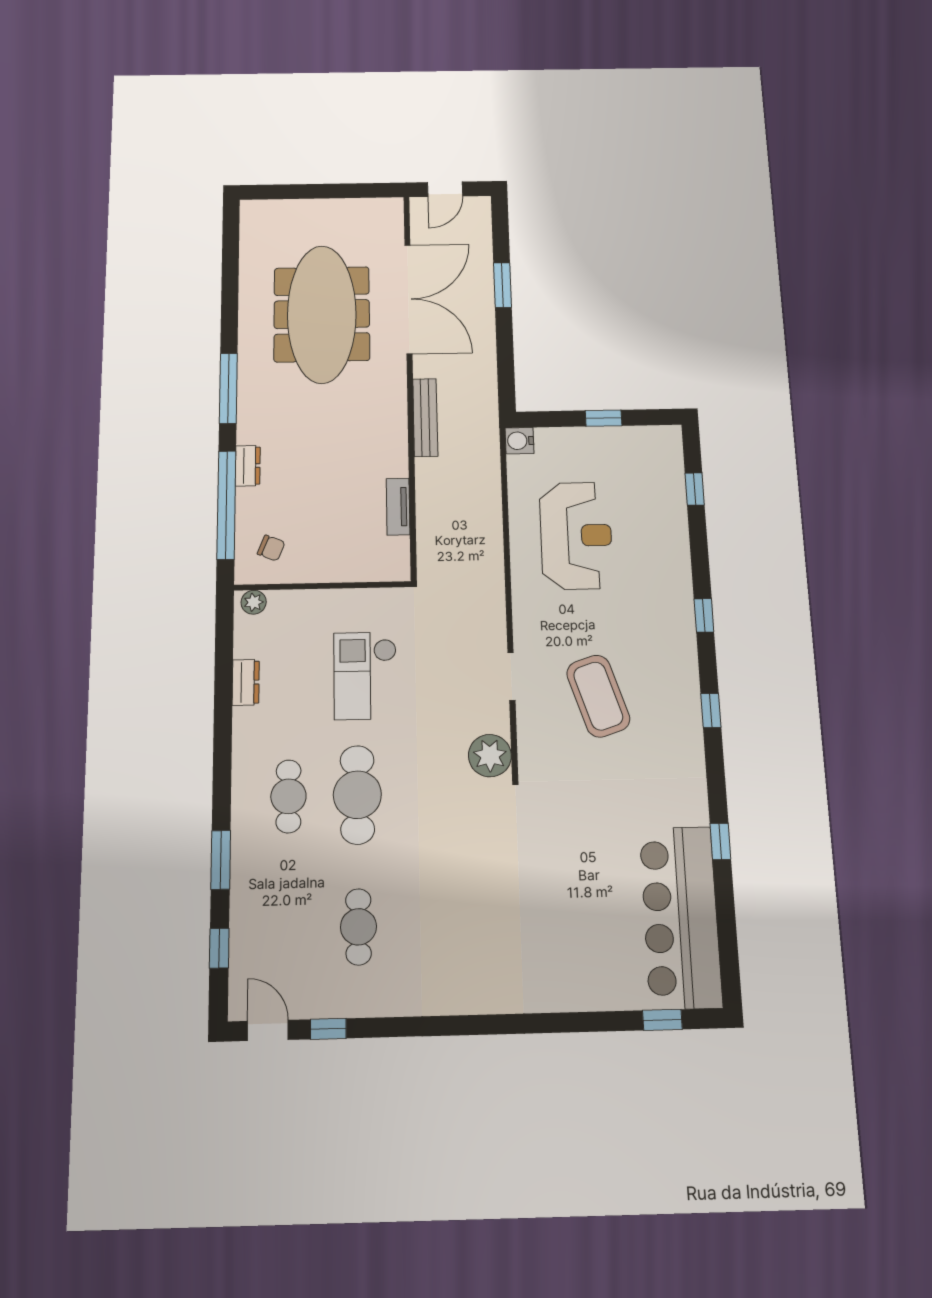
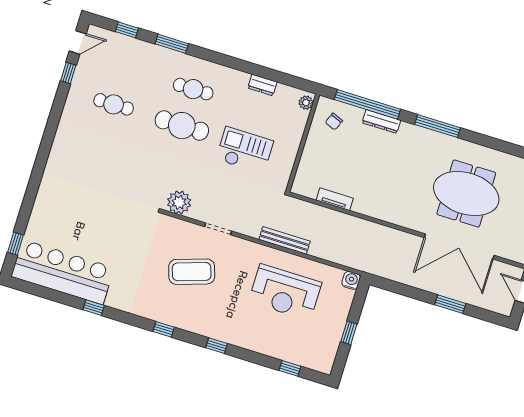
meeting table: (322, 314) -> (466, 194), width x0.73
bench: (425, 418) -> (285, 240), moved
dresser: (248, 466) -> (381, 121), width x1.44

